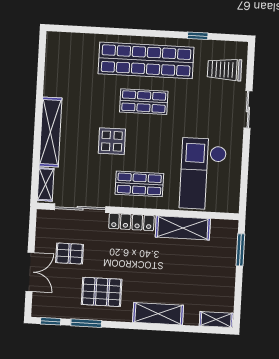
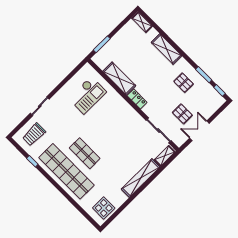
trolley: (225, 70) -> (34, 134), turned 90
display table: (112, 141) -> (104, 208), moved
checkout: (203, 174) -> (87, 95), width x0.73, depth x0.83
shop shelf: (139, 184) -> (121, 117), removed
locker: (131, 222) -> (137, 99), width x0.66
double door: (30, 272) -> (199, 131), moved
pallet: (102, 292) -> (184, 83), width x0.67, depth x0.71

